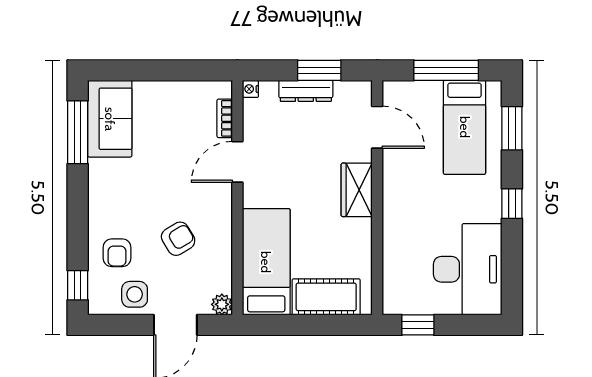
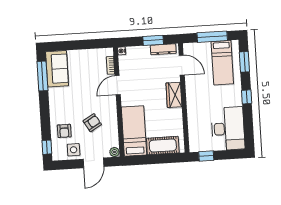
dresser: (306, 91) -> (163, 49), moved

